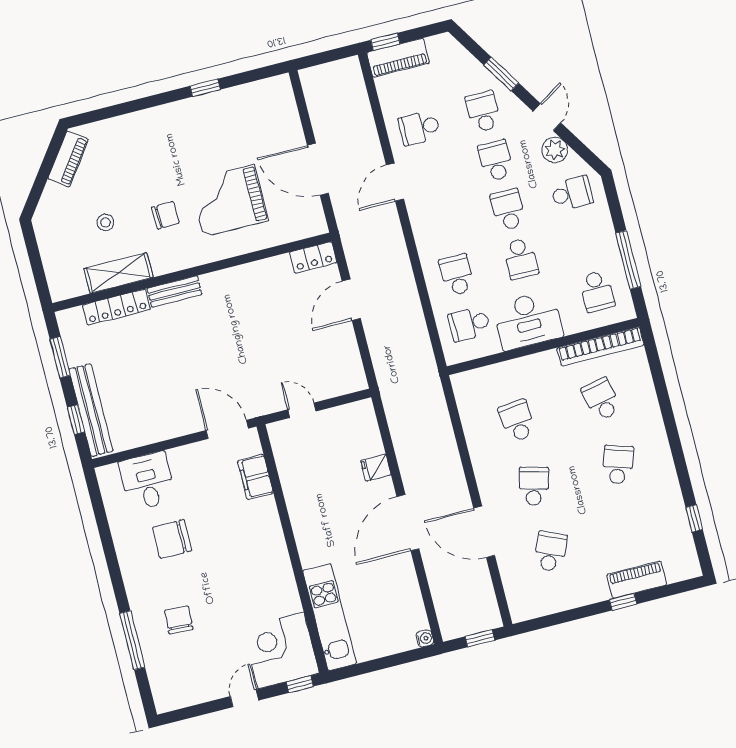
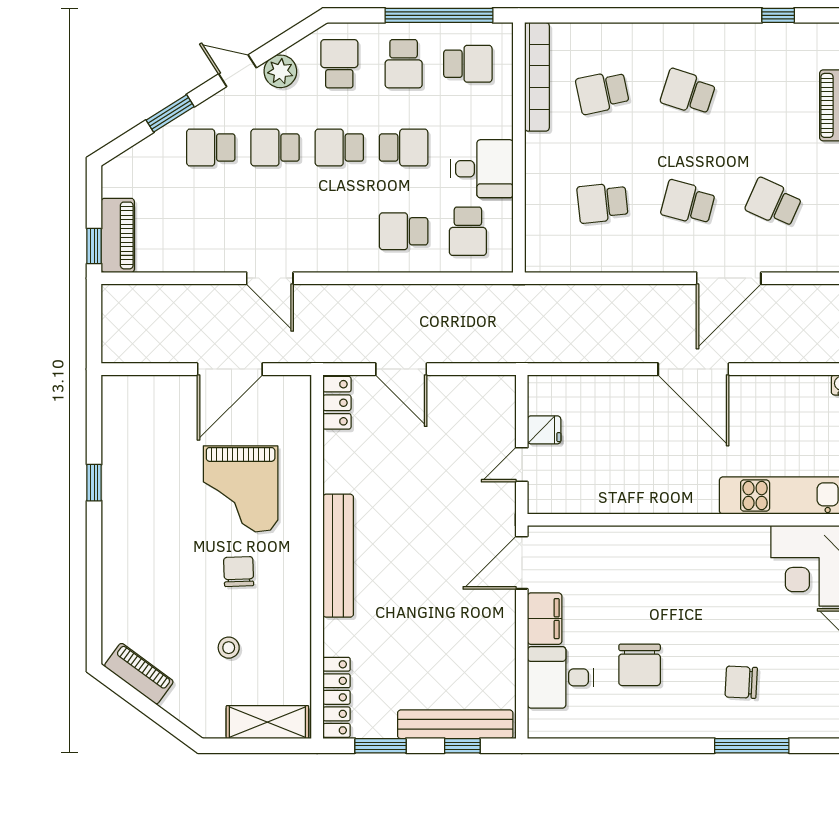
school desk: (419, 128) -> (404, 64), moved
window: (628, 260) -> (439, 15), width x1.46
shelving: (118, 273) -> (267, 722), moved, turned 90
bench: (175, 291) -> (338, 556), width x1.86, depth x1.21
locker: (116, 307) -> (337, 697), moved
desk: (528, 320) -> (482, 169), width x0.73
fridge: (376, 468) -> (544, 430), moved, turned -90
filing cabinet: (255, 477) -> (545, 619), moved, turned -90

